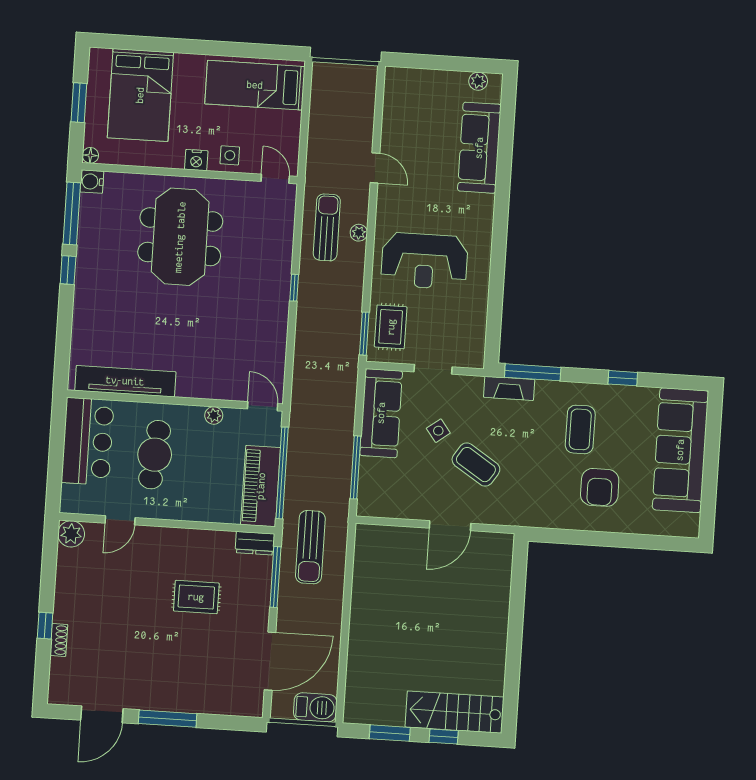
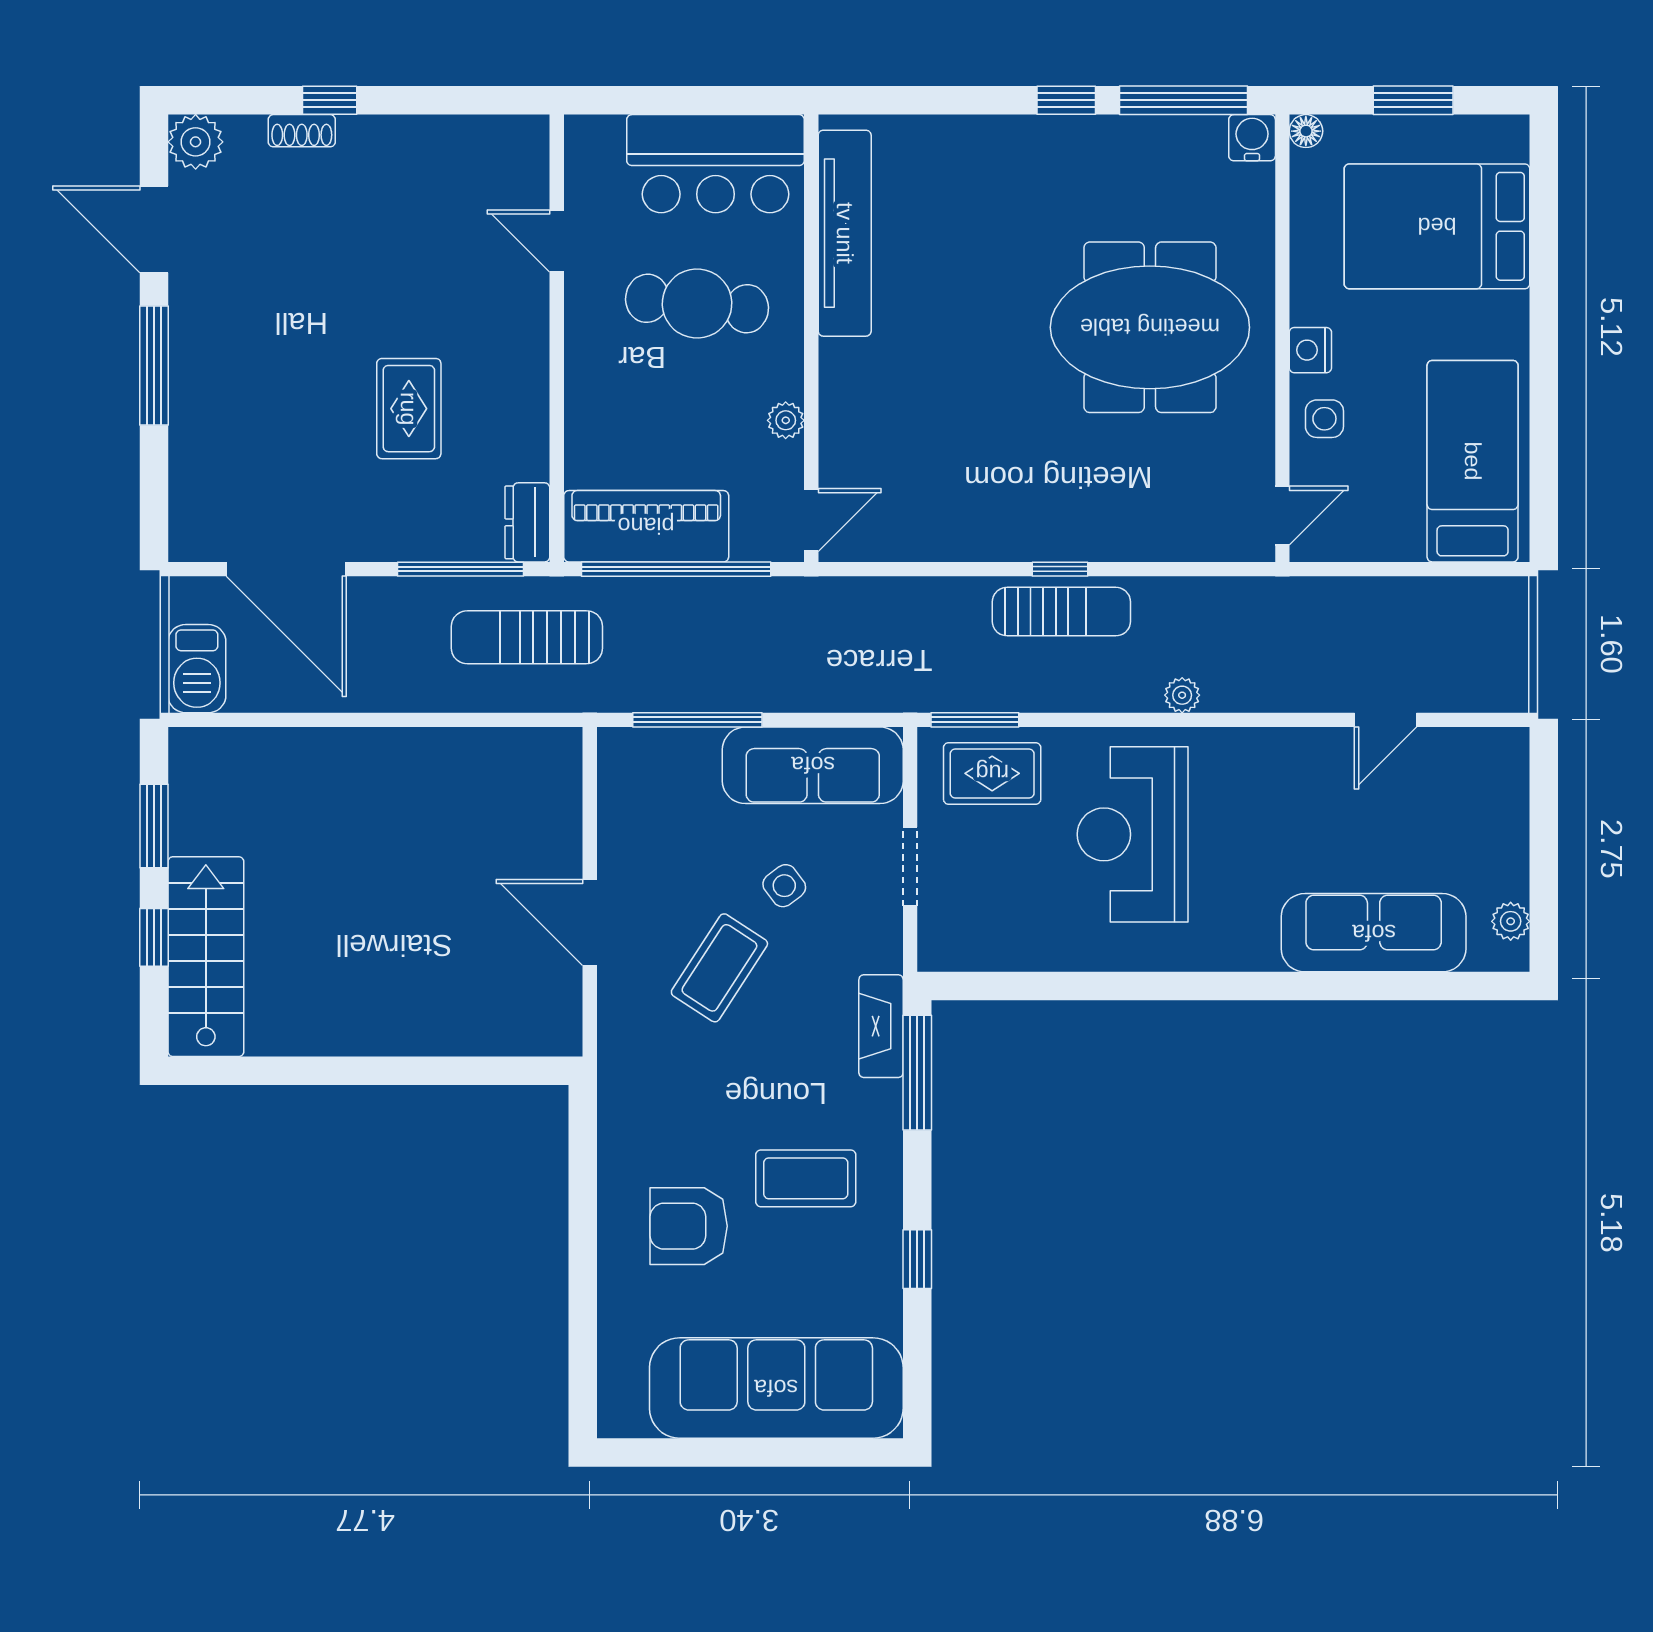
door: (375, 168) -> (1386, 720), moved
sun lounger: (327, 227) -> (1061, 612), moved
plant: (71, 534) -> (196, 142), moved

